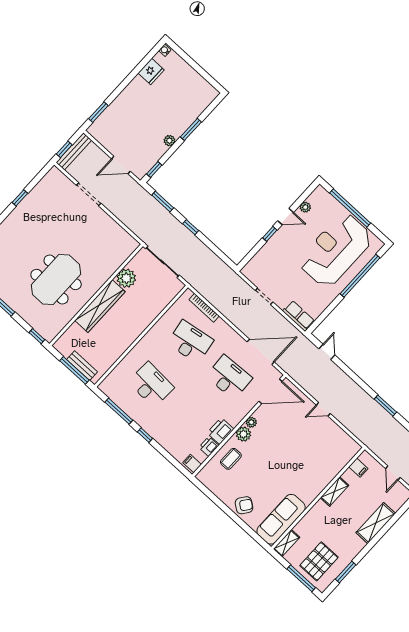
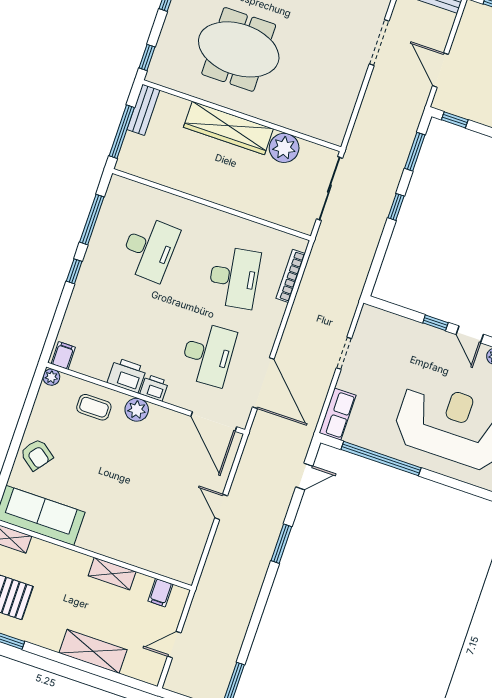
window: (360, 276) -> (381, 459), moved
bench: (82, 366) -> (143, 110), moved
window: (385, 406) -> (281, 544), moved
plant: (251, 422) -> (51, 377), moved
printer: (209, 447) -> (154, 388), moved

